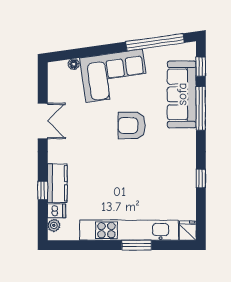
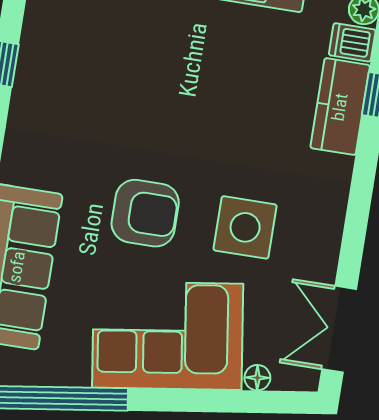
double door: (43, 121) -> (339, 329), moved
side table: (89, 126) -> (245, 227), added

